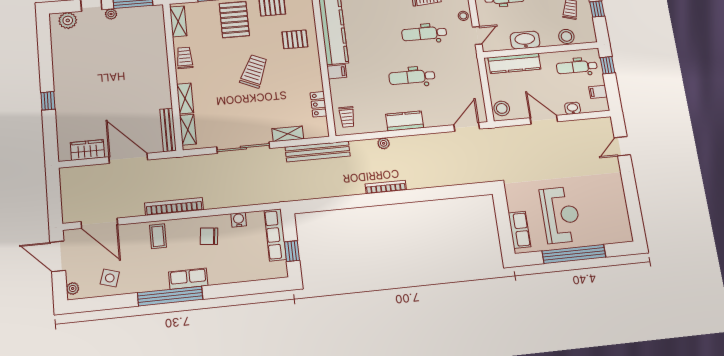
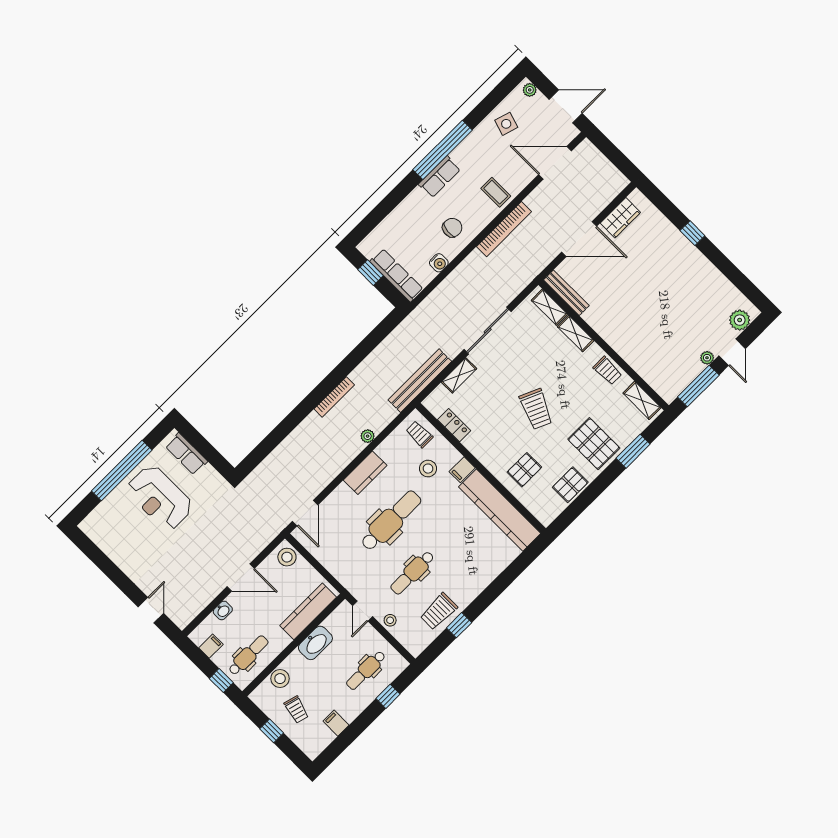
dental chair: (424, 34) -> (412, 573), turned 180
dental chair: (412, 77) -> (391, 521), width x1.36, depth x1.38
stool: (359, 90) -> (428, 469), added

